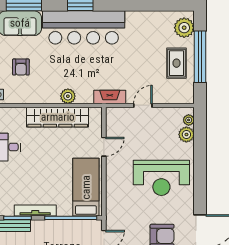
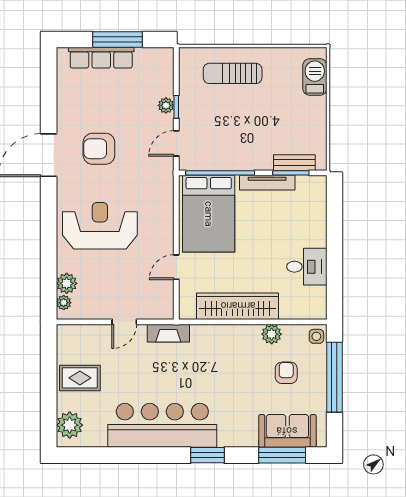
bar counter: (84, 27) -> (162, 425), moved
window: (200, 57) -> (49, 387), removed
rug: (176, 63) -> (80, 378), turned 90
plant: (68, 96) -> (272, 334), moved
bed: (86, 187) -> (209, 214), width x1.50

